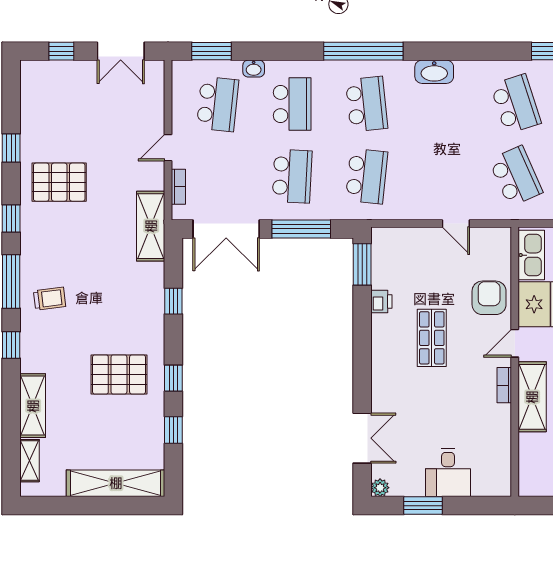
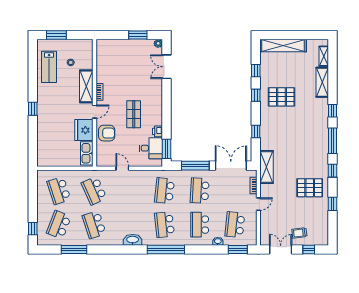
armchair: (489, 298) -> (107, 133), turned -90
trolley: (50, 299) -> (299, 233), moved
desk: (448, 473) -> (151, 148), moved, turned 90

